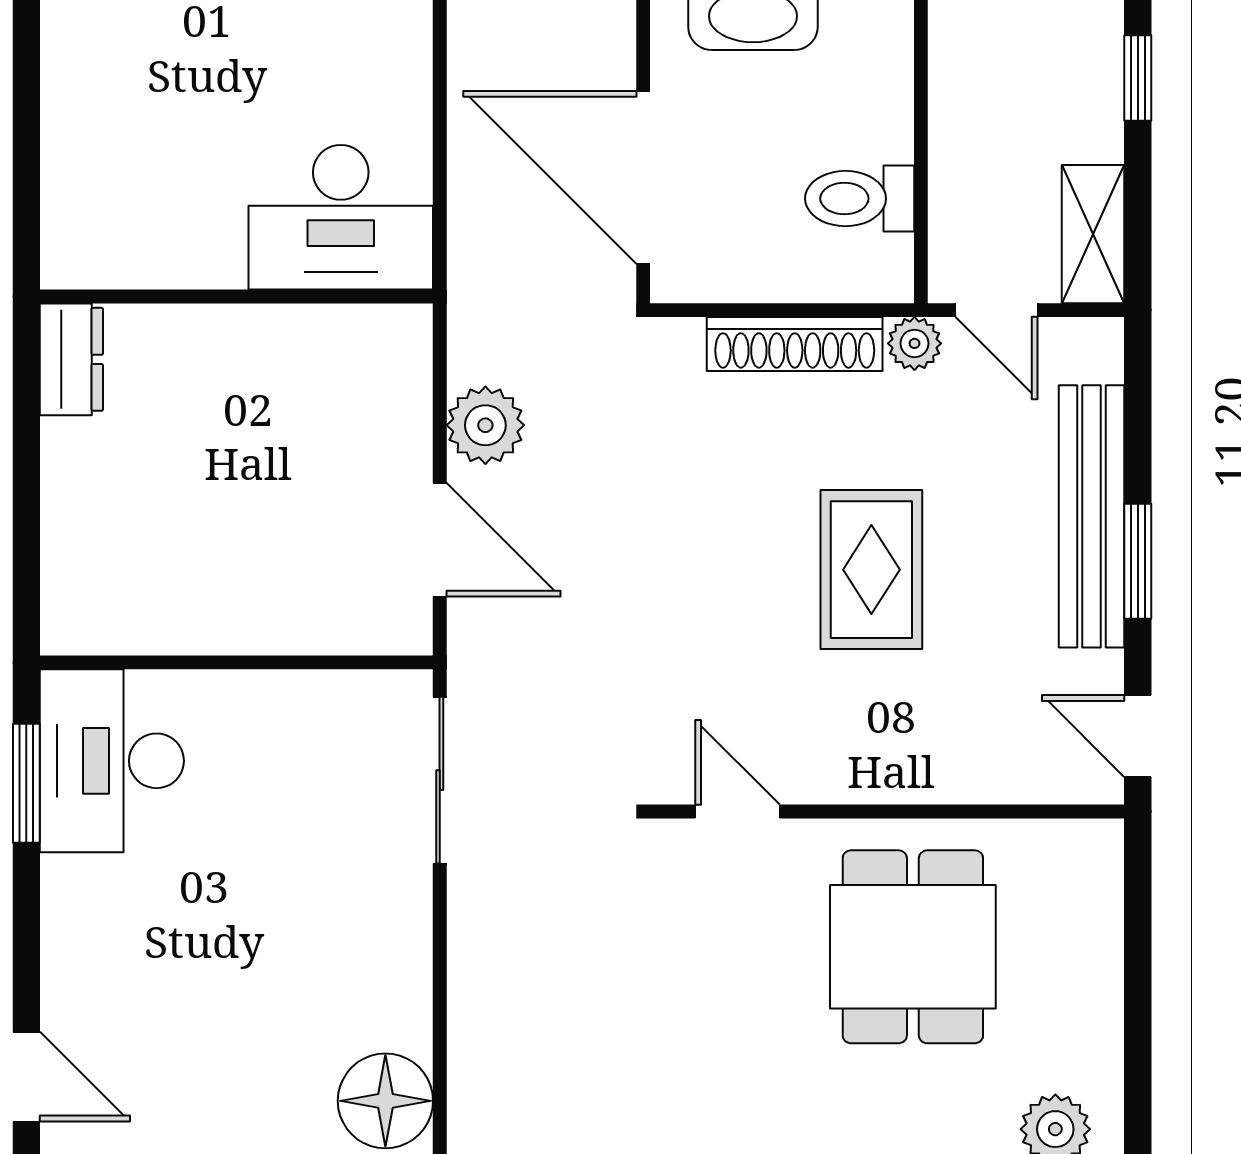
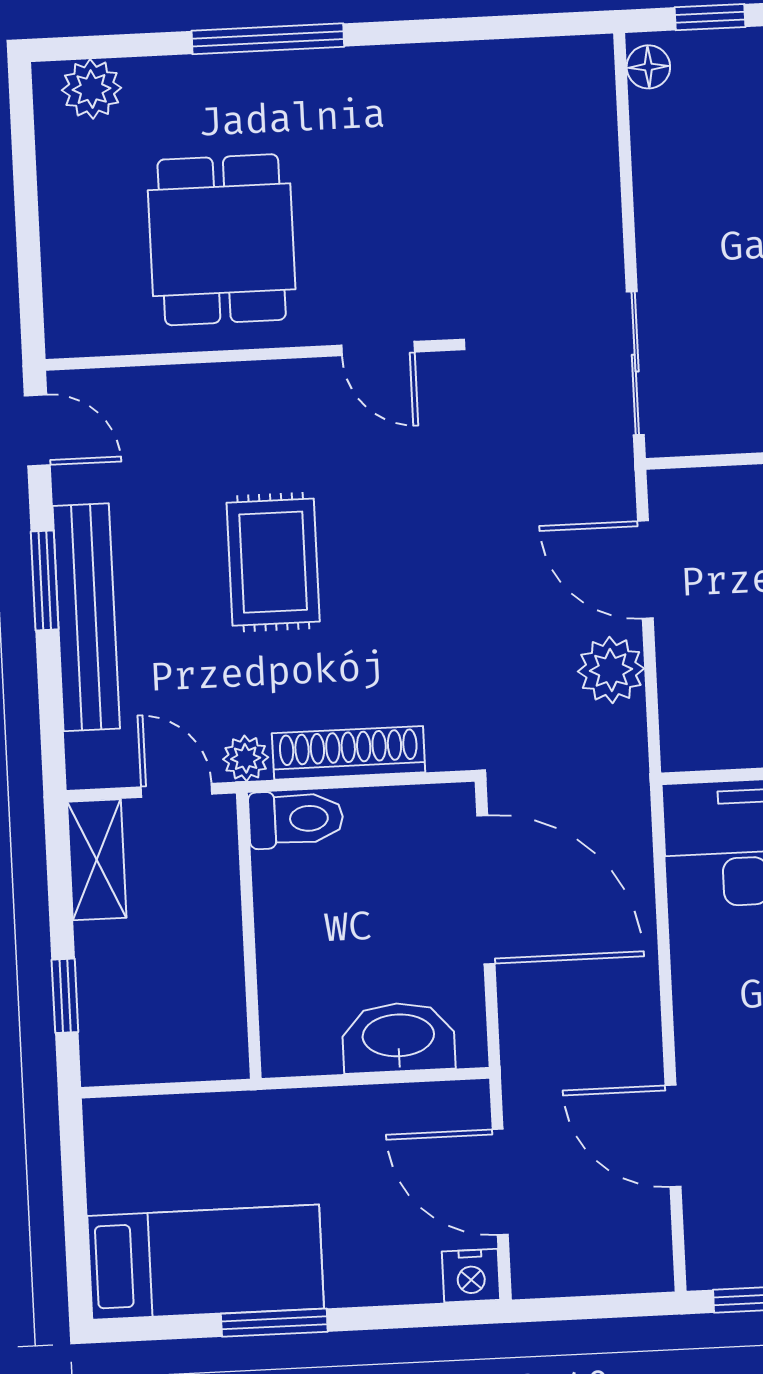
toilet: (860, 199) -> (296, 819), moved
floor lamp: (385, 1101) -> (648, 67), width x0.53, depth x0.53

